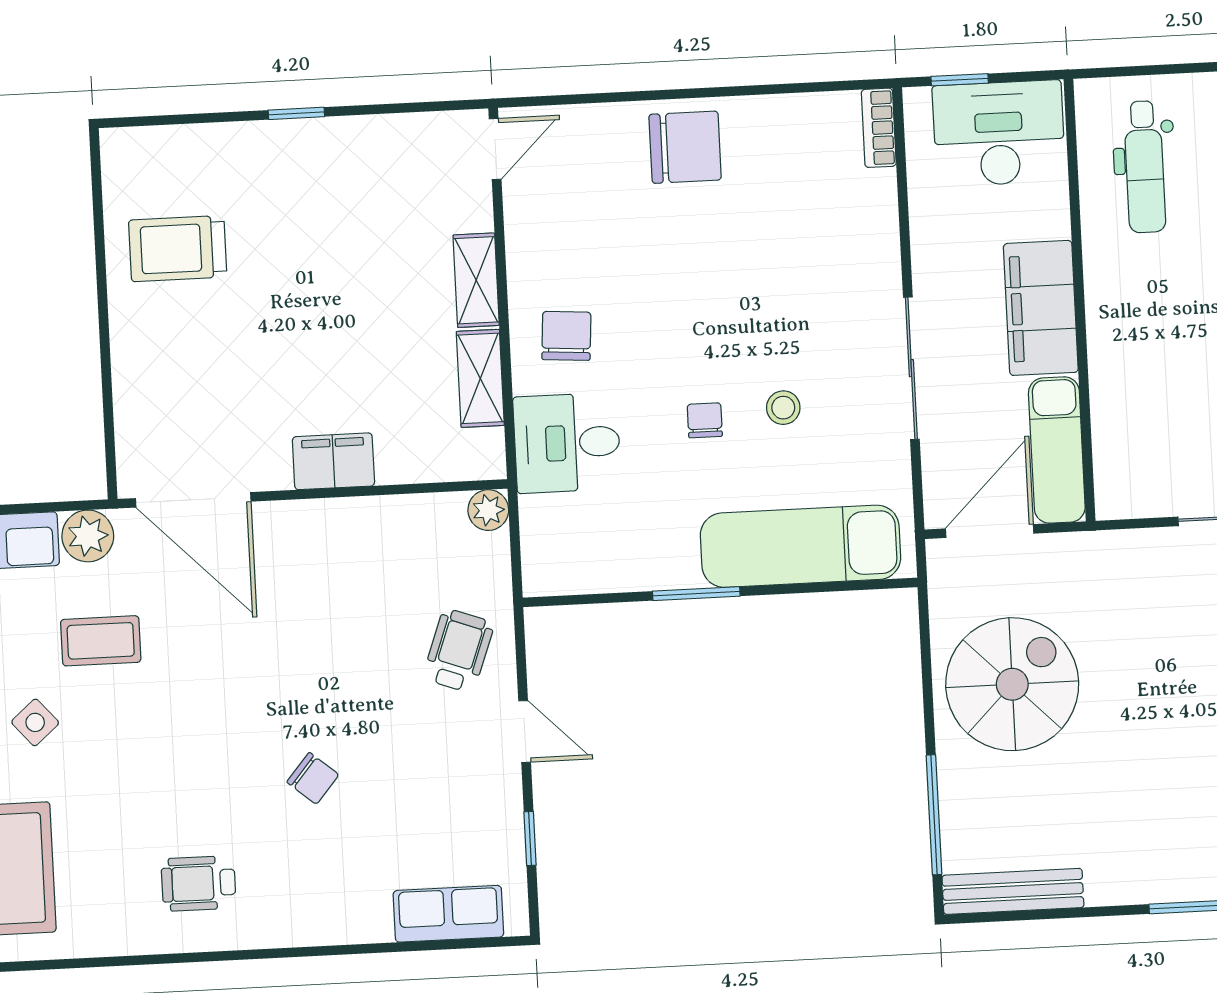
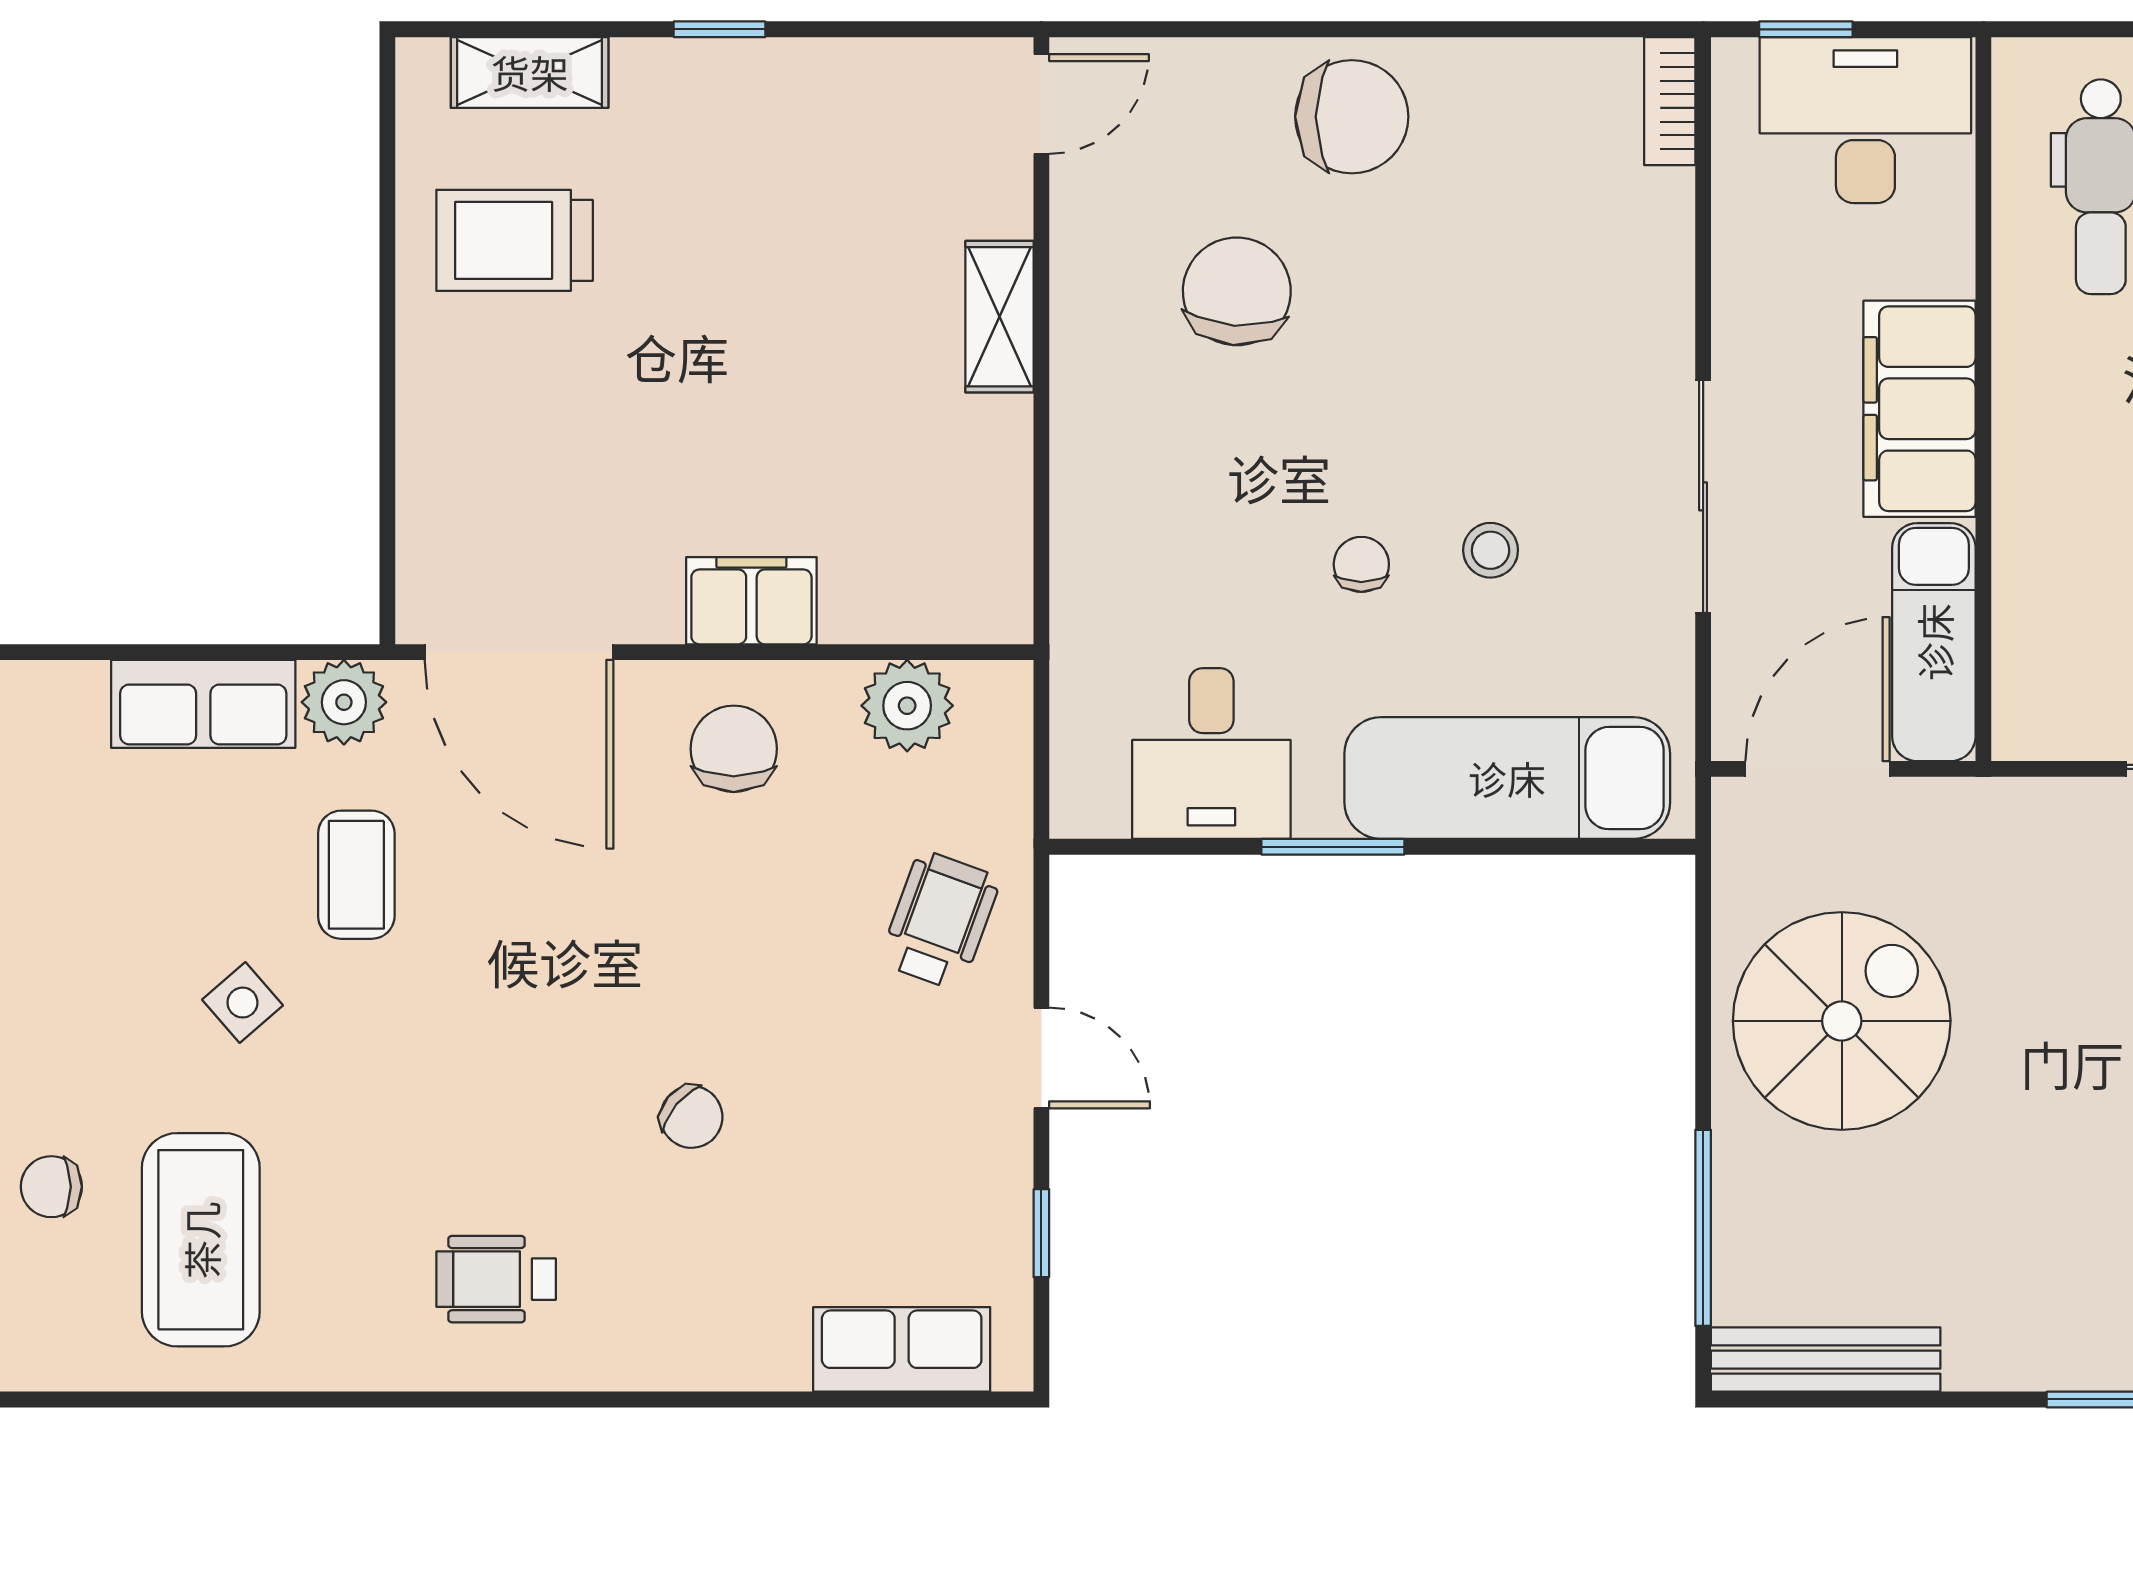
chair: (566, 336) -> (1237, 291), moved, width x1.37, depth x1.37
shelving: (480, 378) -> (530, 72), moved, turned 90
desk: (567, 443) -> (1211, 754), moved, turned -90
plant: (488, 510) -> (907, 706), moved, width x1.38, depth x1.38
chair: (327, 552) -> (734, 749), added
coffee table: (101, 641) -> (356, 875), turned 90

